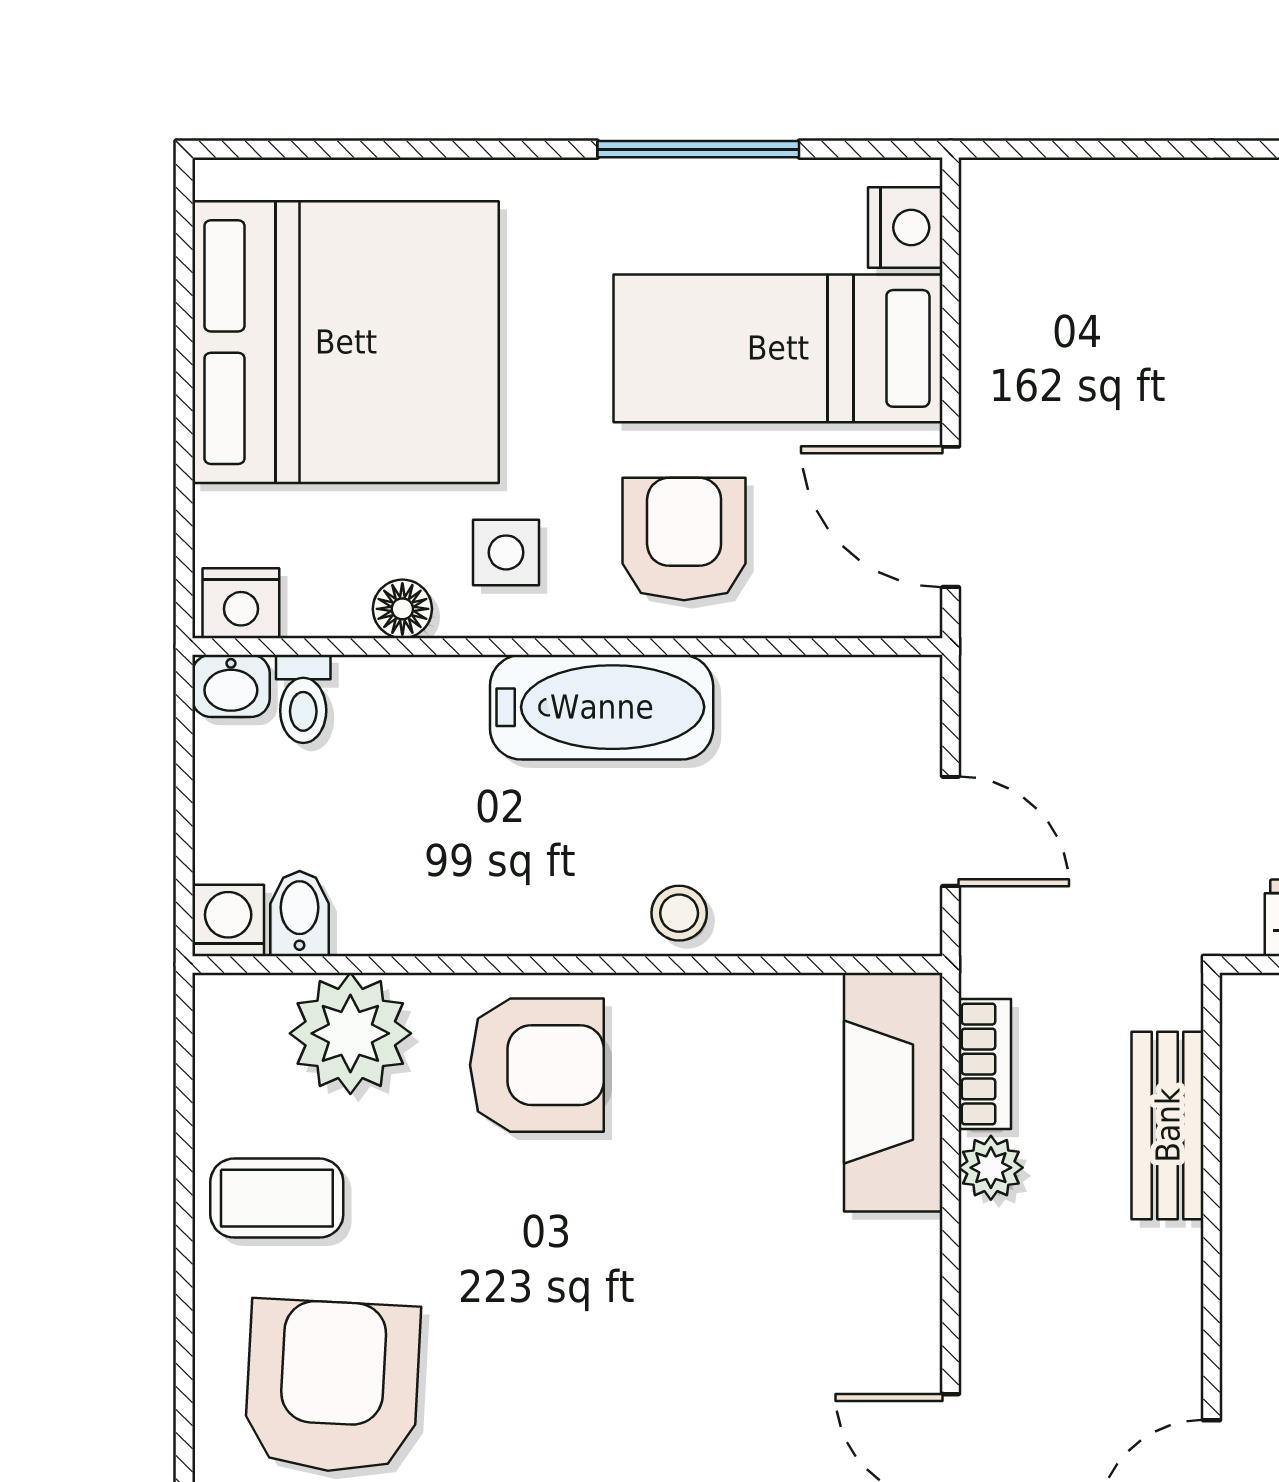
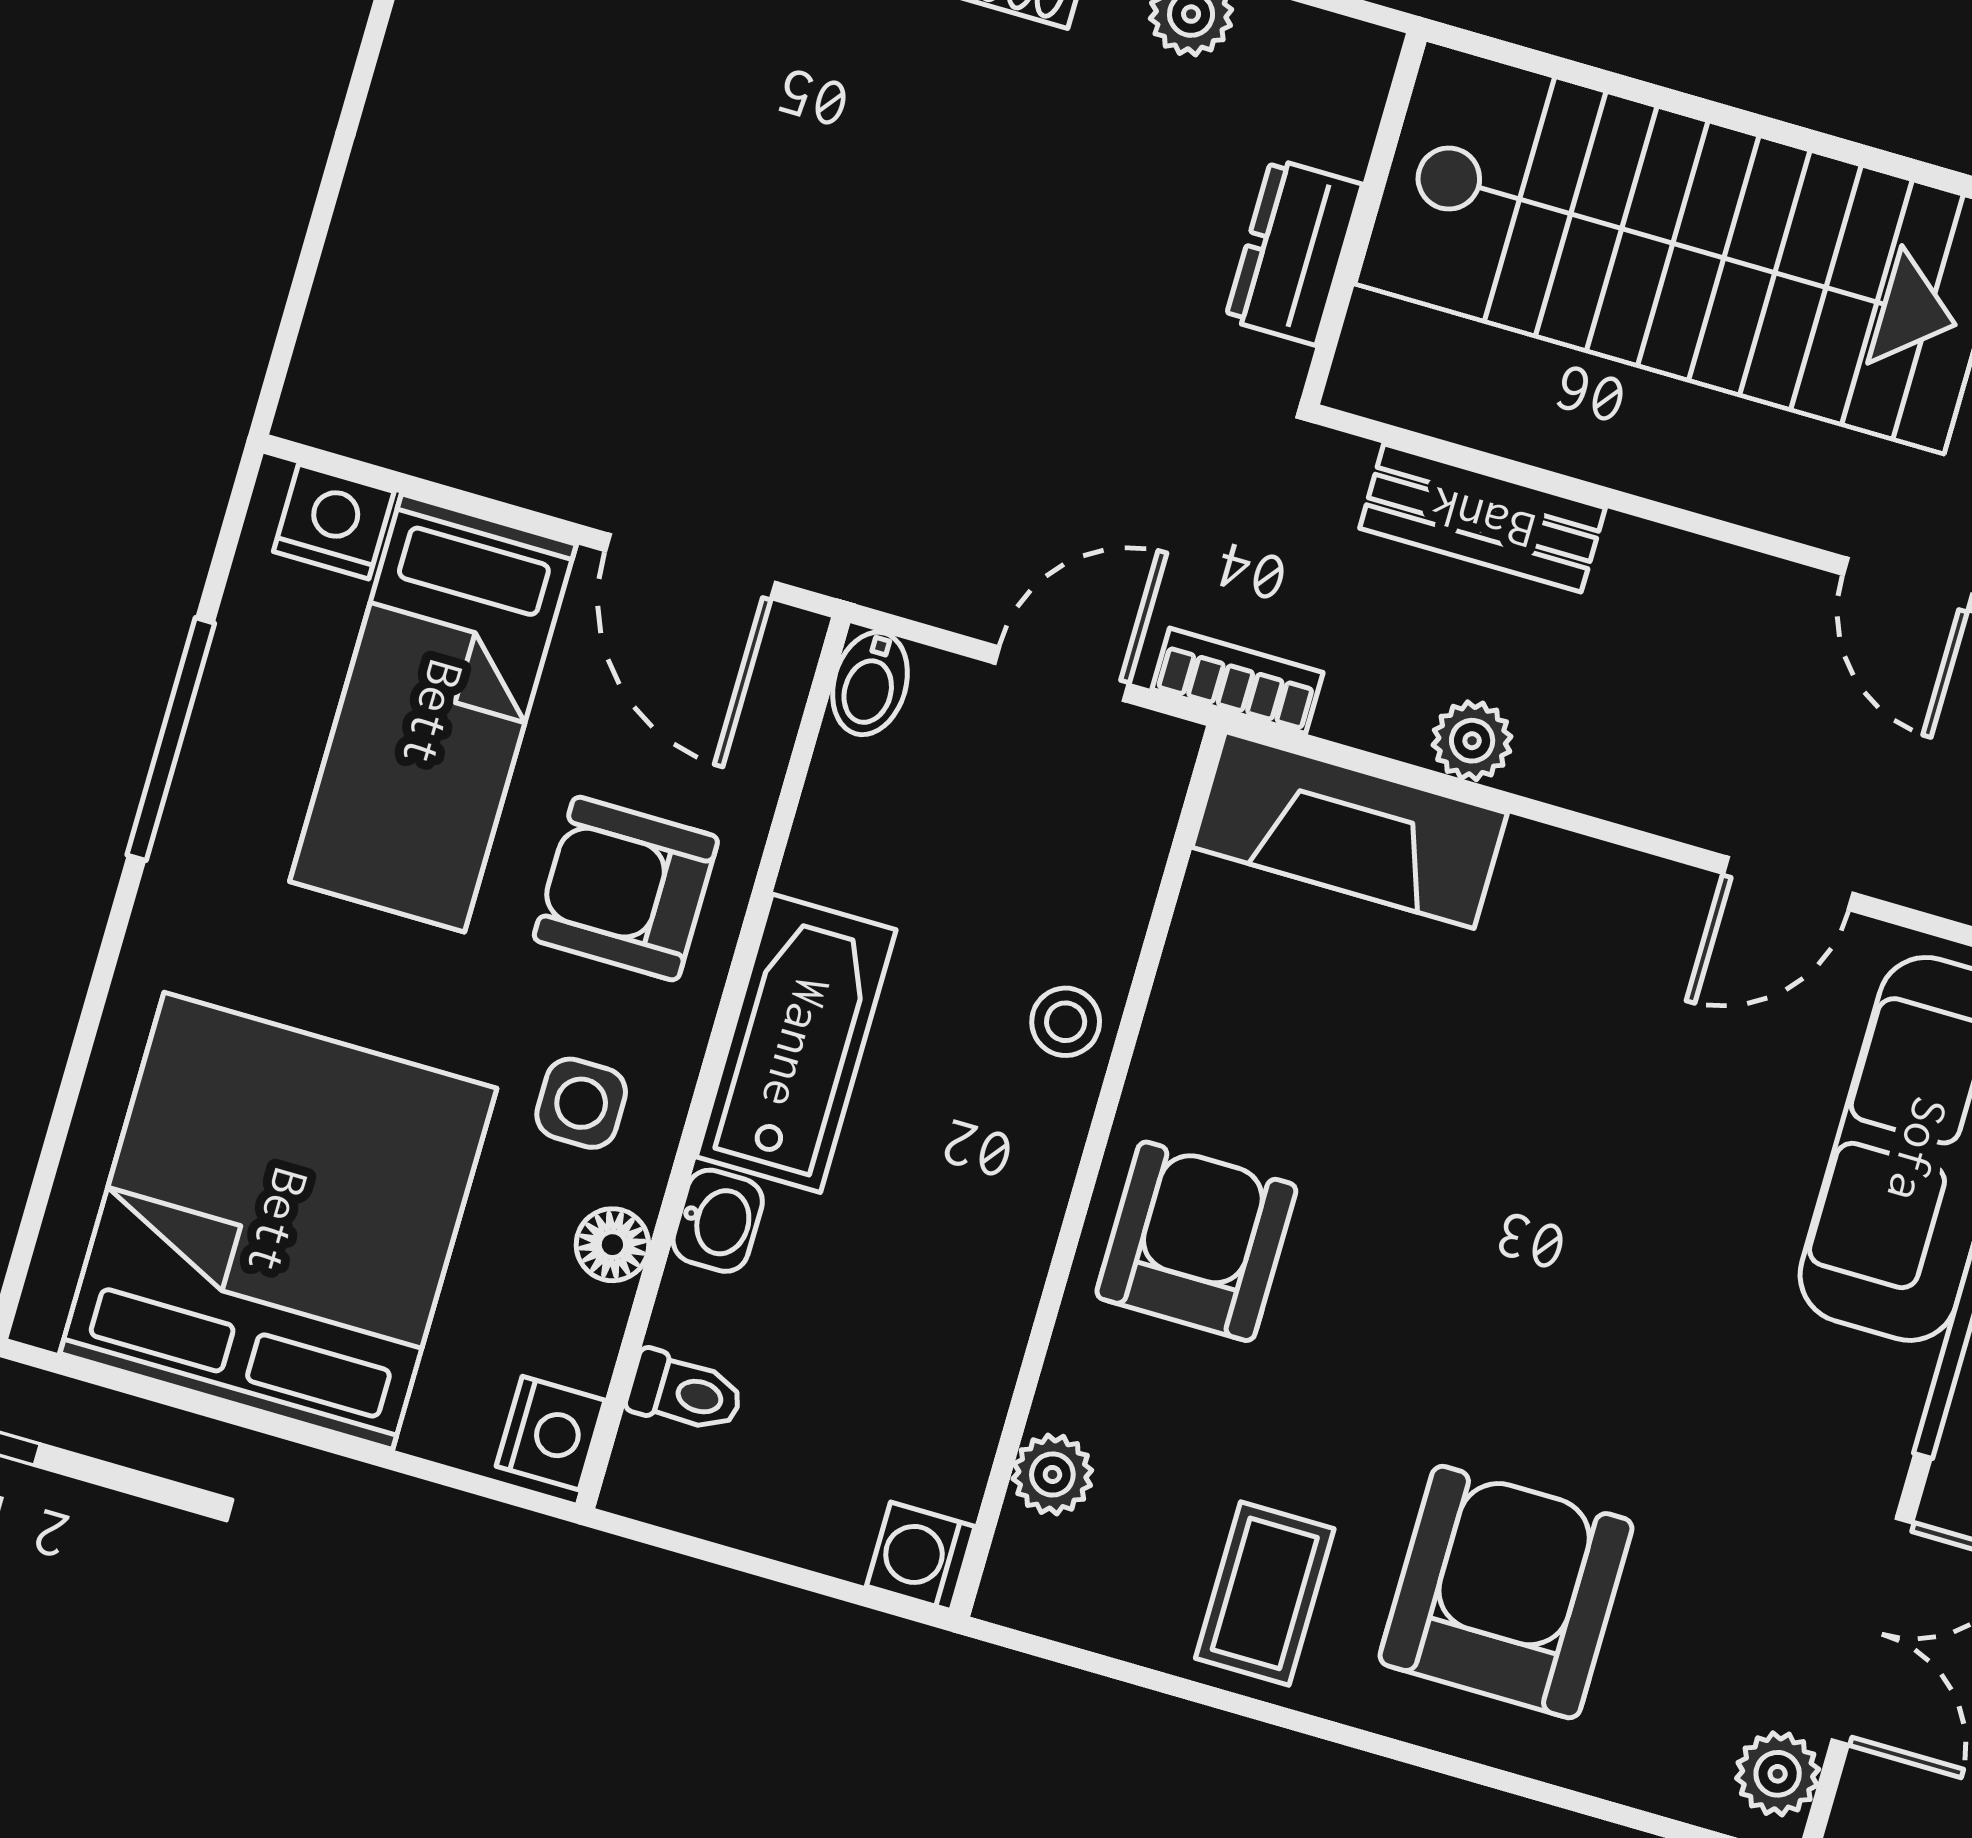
door: (951, 517) -> (690, 567), hinge flipped
washbasin: (231, 686) -> (718, 1221), moved
bidet: (300, 914) -> (870, 683), moved, turned -90
plant: (350, 1033) -> (1052, 1474), width x0.53, depth x0.53
bookcase: (985, 1064) -> (1237, 681), moved
armchair: (332, 1386) -> (1506, 1592), turned 87

